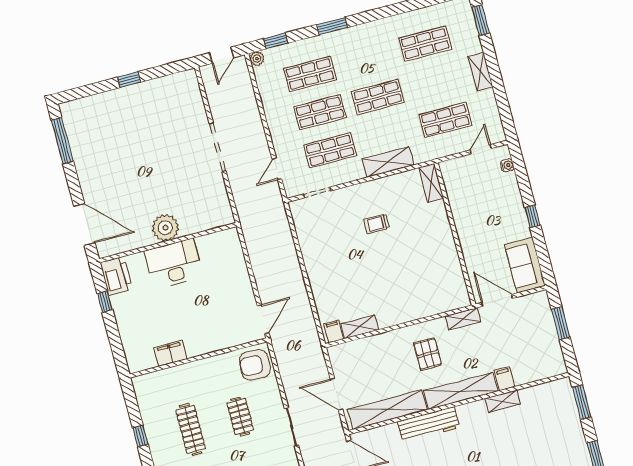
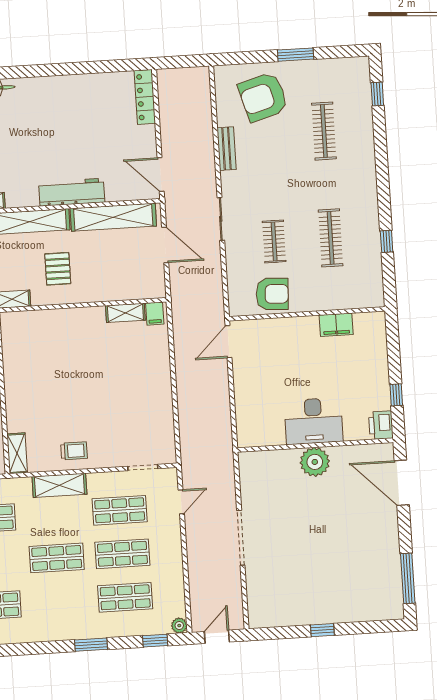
trolley: (377, 224) -> (74, 451), moved
printer: (116, 276) -> (381, 425), width x0.73, depth x0.84
armchair: (255, 365) -> (272, 294), moved

